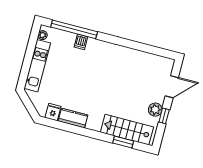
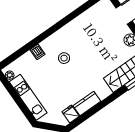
window: (74, 29) -> (25, 49), removed
stool: (94, 68) -> (64, 58), added

